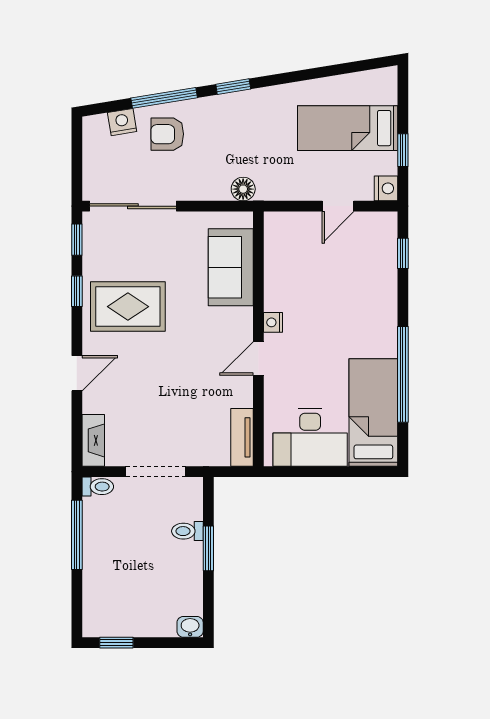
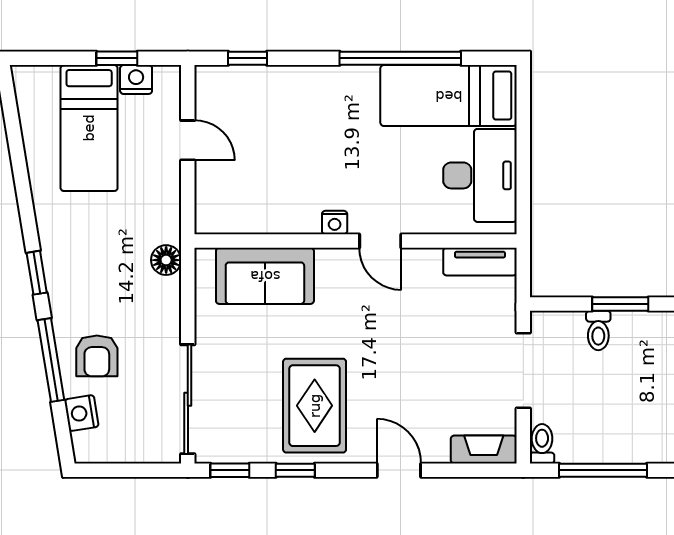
nightstand: (386, 188) -> (136, 80), moved

